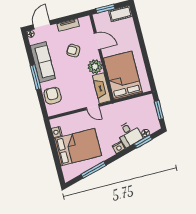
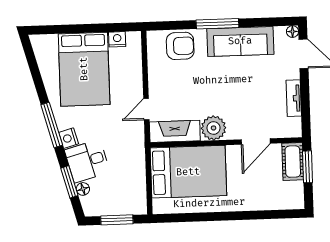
cot: (120, 14) -> (293, 162), moved
armchair: (73, 51) -> (248, 97), removed
window: (94, 170) -> (52, 125), moved

